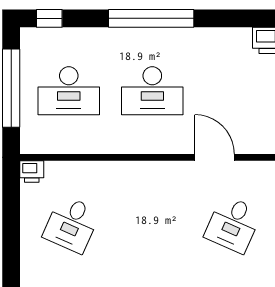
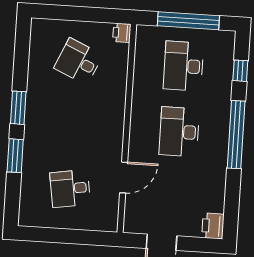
window: (49, 18) -> (240, 71), moved
desk: (233, 224) -> (70, 189), turned -33

